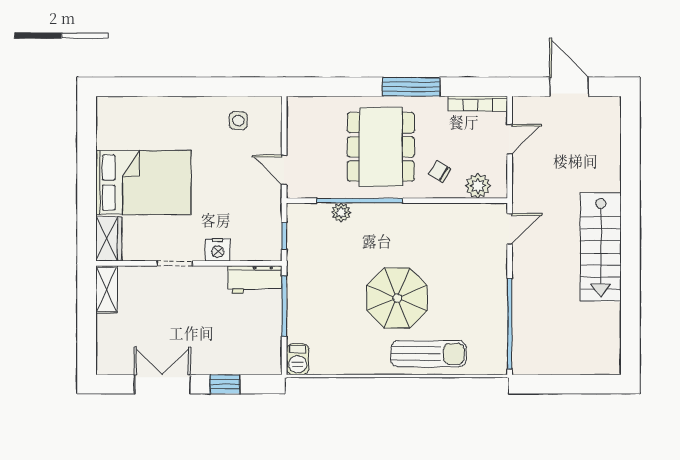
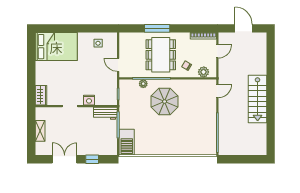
window: (411, 87) -> (157, 28), moved
bed: (143, 183) -> (56, 47), moved
shelving: (107, 289) -> (40, 131), moved
parasol: (397, 298) -> (165, 102), moved
sun lounger: (429, 354) -> (182, 146), removed
barbecue: (298, 359) -> (127, 142), width x1.88, depth x1.53

